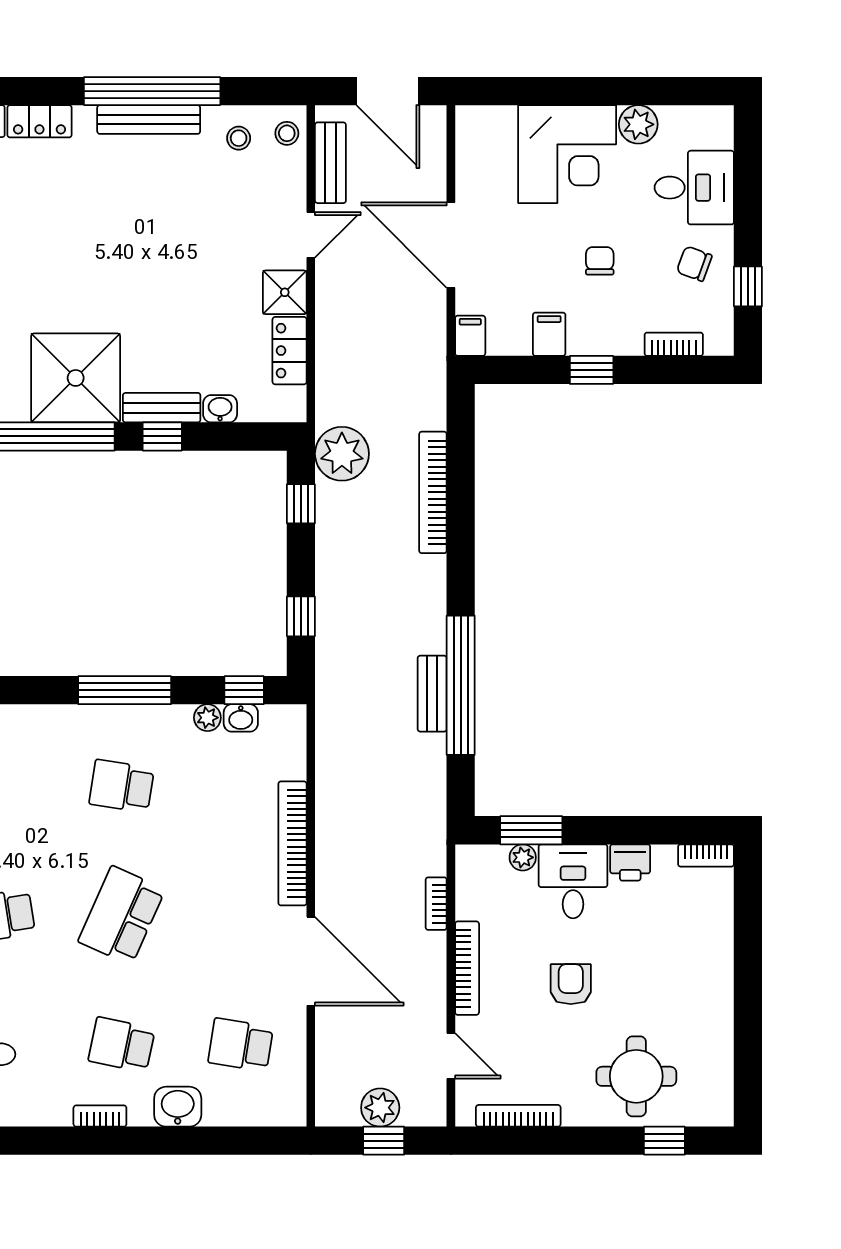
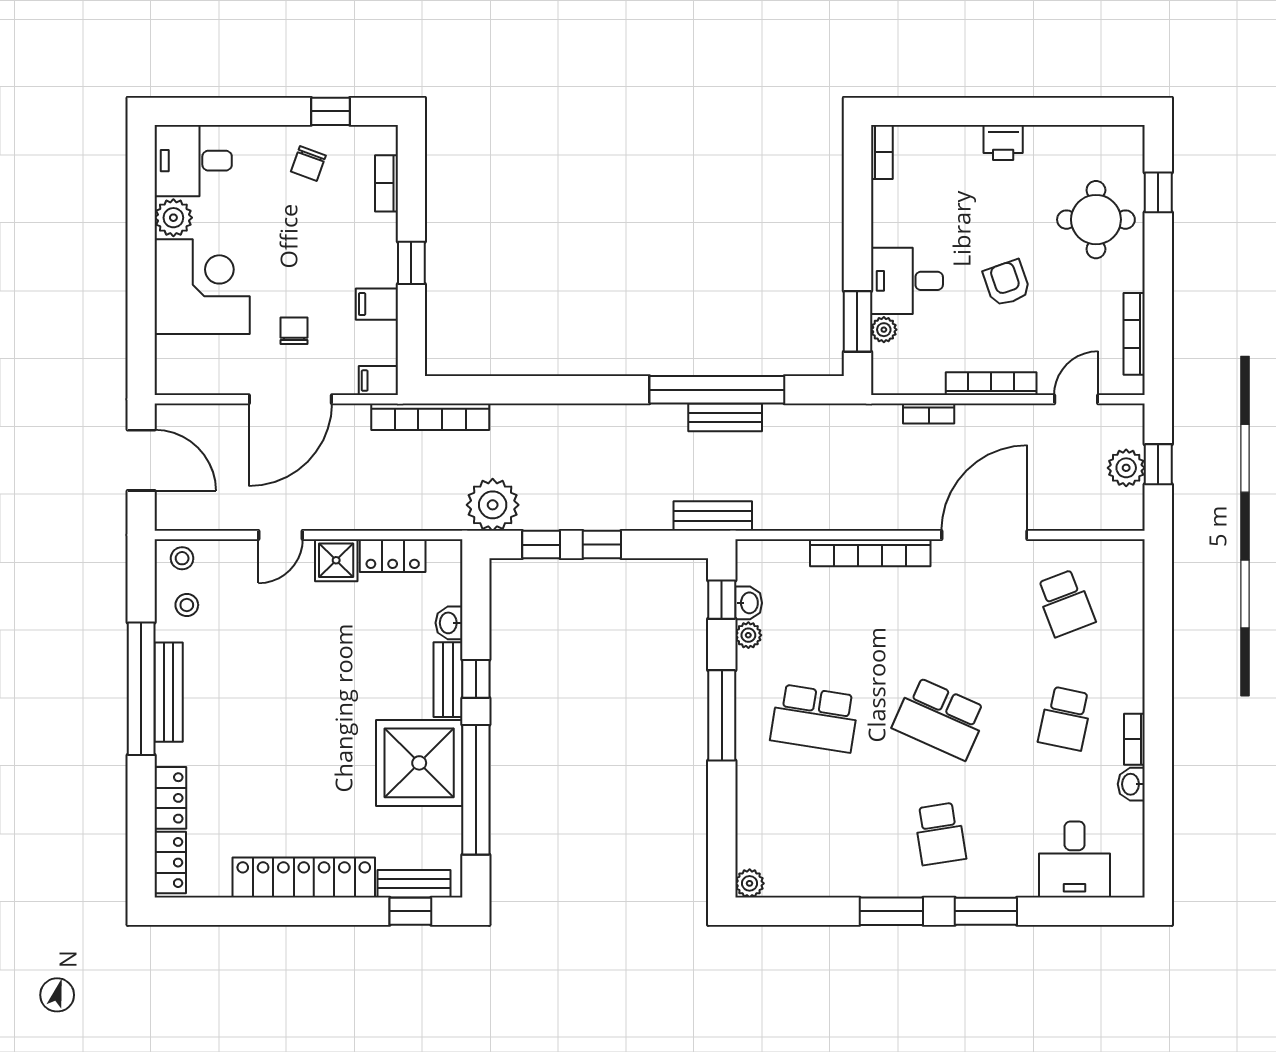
door: (388, 91) -> (141, 460), hinge flipped
bench: (330, 163) -> (713, 516), moved
desk: (694, 188) -> (193, 161), moved, turned -90
door: (311, 235) -> (280, 535), swing flipped
chair: (600, 261) -> (294, 331), moved, turned 90
bookcase: (433, 492) -> (430, 417), moved
window: (301, 616) -> (602, 545), moved
school desk: (122, 786) -> (815, 718), width x1.85
printer: (630, 862) -> (1003, 143), moved, turned 90
armchair: (571, 984) -> (1007, 283), turned 71
school desk: (241, 1045) -> (1065, 603), turned -30
washbasin: (178, 1107) -> (1131, 784), moved, width x0.72, depth x0.69

